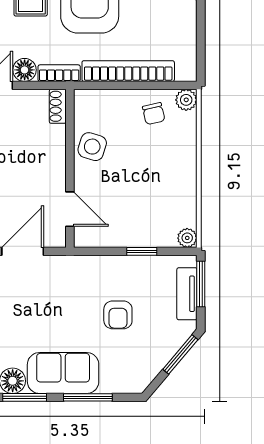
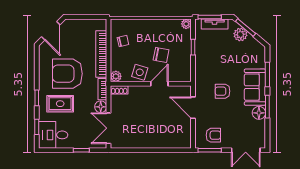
plant: (186, 100) -> (116, 76), moved
chair: (126, 188) -> (161, 55), added
door: (70, 209) -> (159, 84), moved
armchair: (118, 315) -> (223, 91), moved, turned 180
plant: (166, 344) -> (240, 35), added

